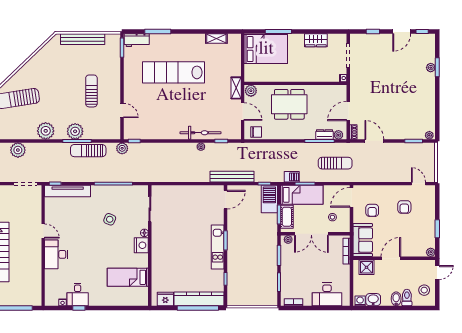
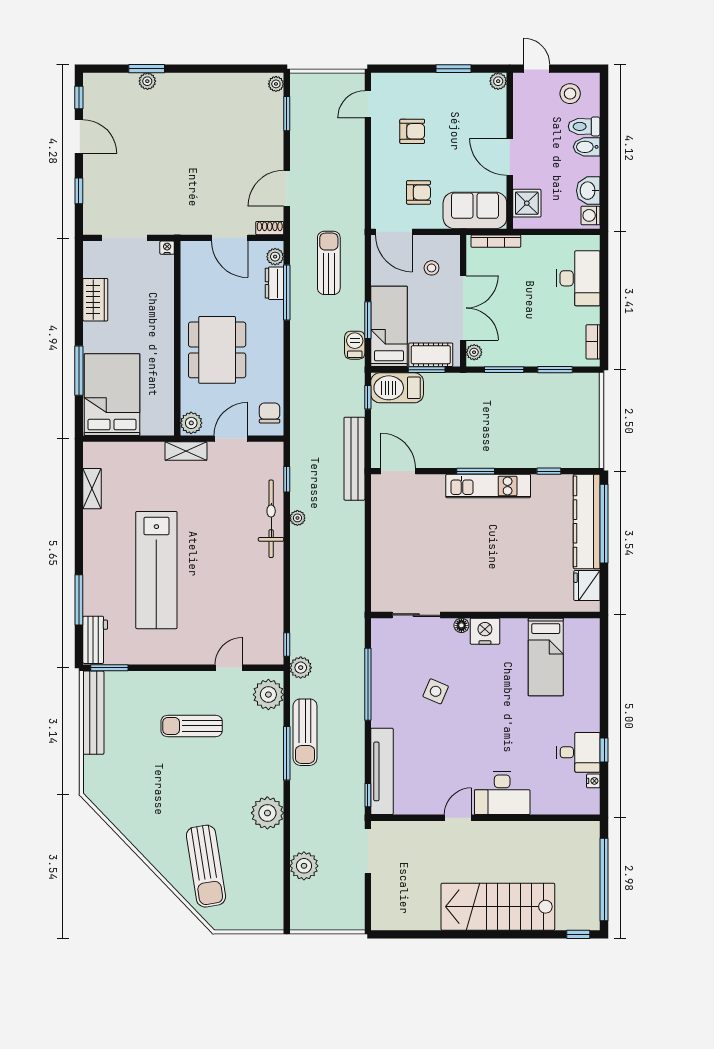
bench: (83, 39) -> (93, 713), moved
plant: (75, 131) -> (268, 695), moved

